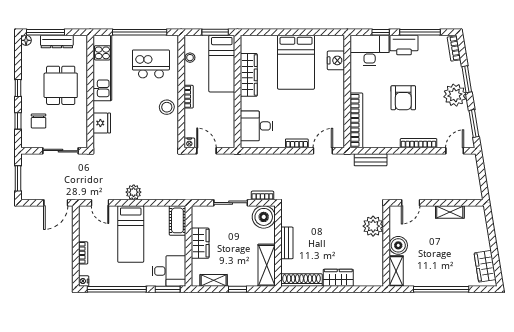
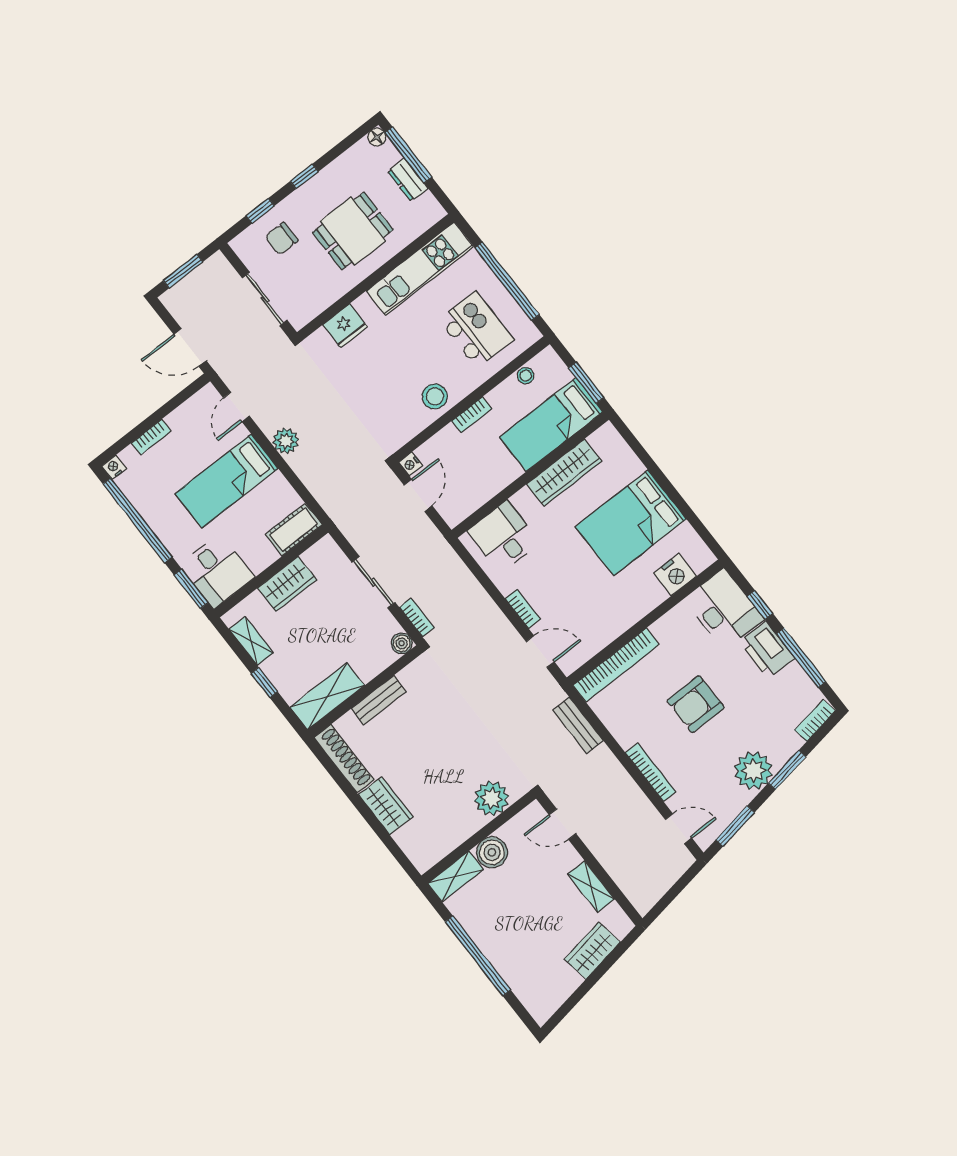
dresser: (57, 41) -> (408, 180), width x0.70
boiler: (264, 217) -> (402, 643), width x0.54, depth x0.54
wardrobe: (485, 266) -> (592, 951), moved

